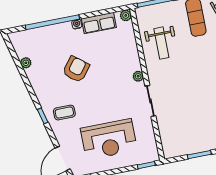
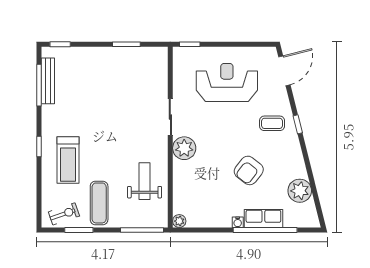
row of seats: (99, 23) -> (263, 218), moved
plant: (26, 63) -> (300, 191), width x1.88, depth x1.88
plant: (138, 76) -> (184, 148), width x1.88, depth x1.88

